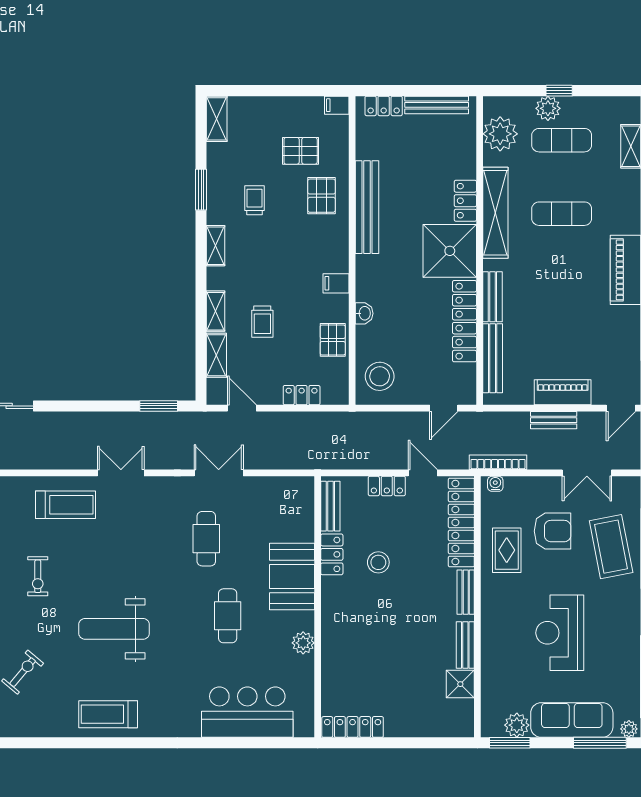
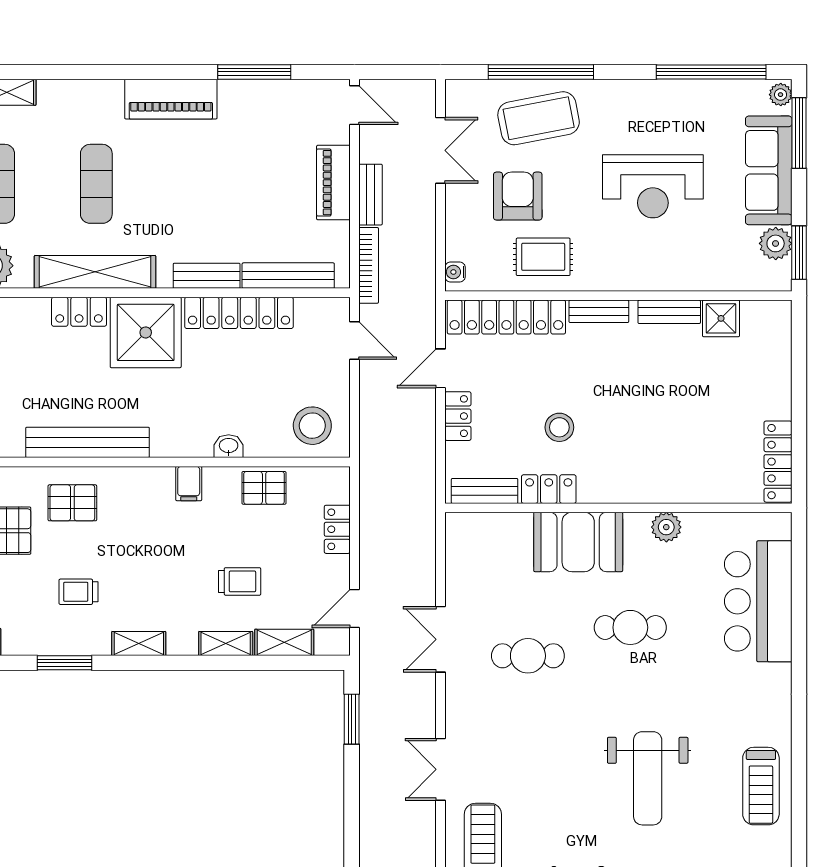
bookcase: (498, 462) -> (369, 265), moved, turned 180

